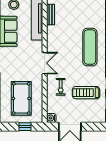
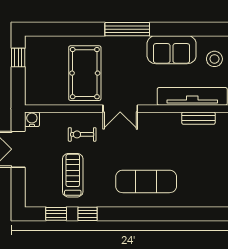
pool table: (21, 98) -> (85, 73), moved, turned 90
window: (25, 127) -> (18, 57), moved

